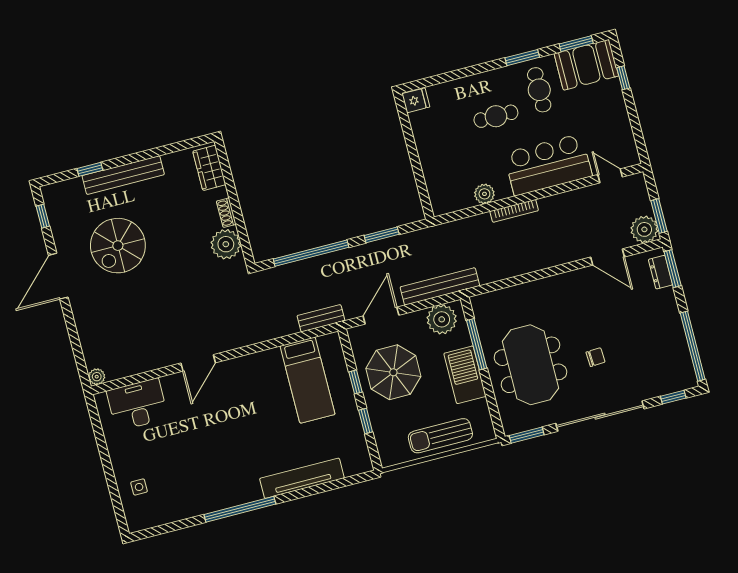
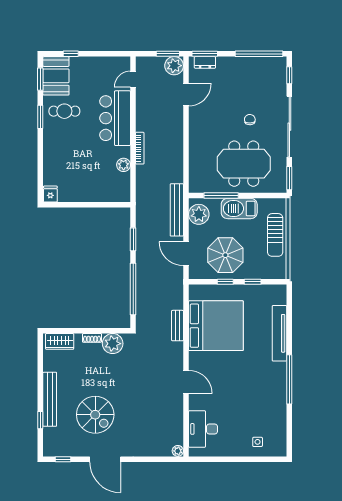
cafe table: (496, 116) -> (74, 144), removed
bench: (321, 318) -> (177, 326), moved
bed: (308, 380) -> (216, 326), width x2.04

